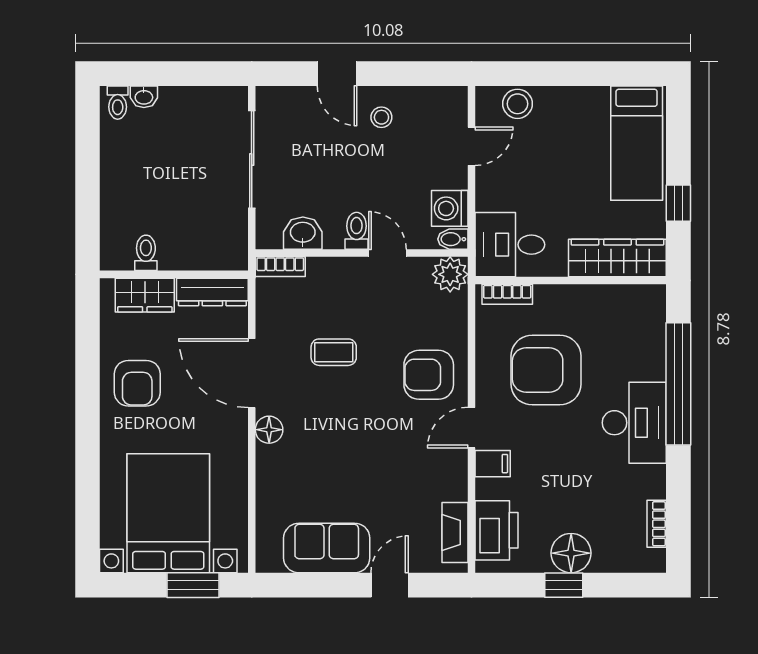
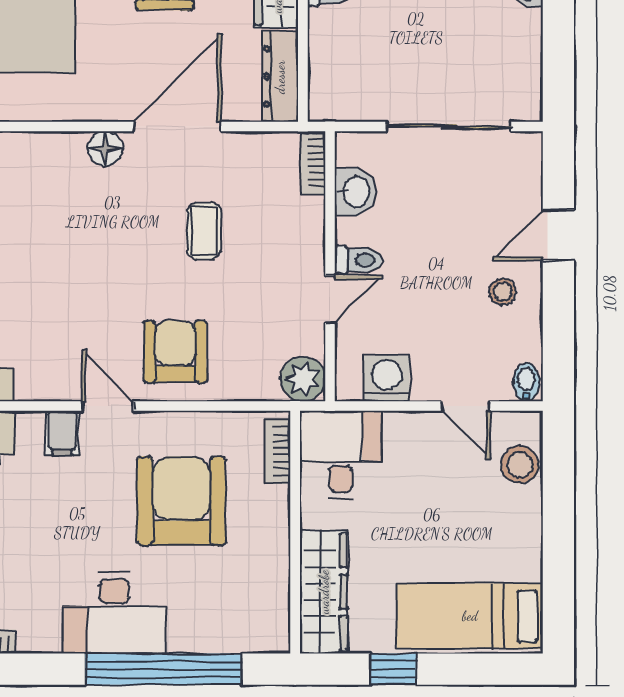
bidet: (453, 239) -> (526, 382), moved

